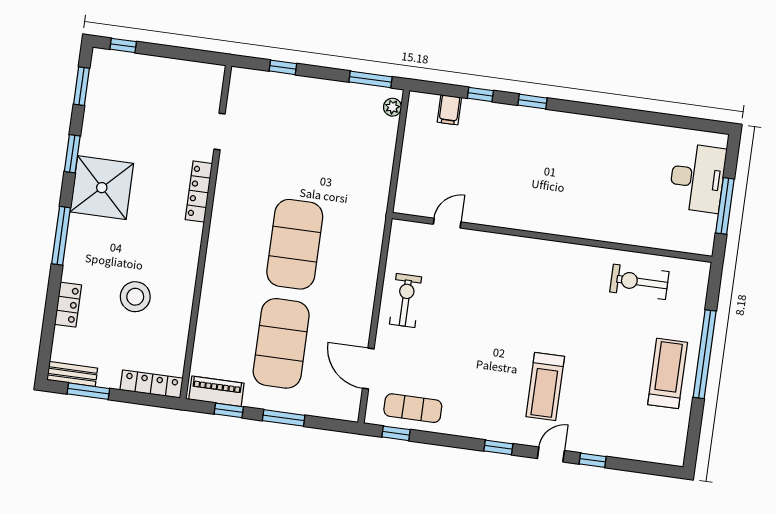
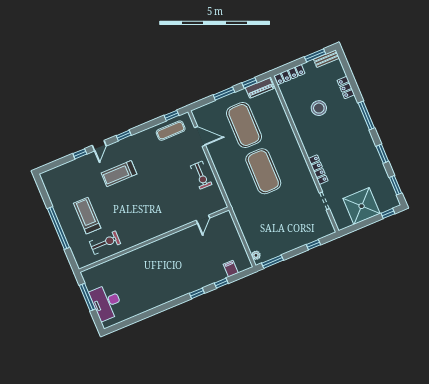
shower: (102, 188) -> (362, 206), moved
treadmill: (668, 373) -> (87, 216), moved, turned 180
treadmill: (545, 387) -> (119, 174), turned -90

